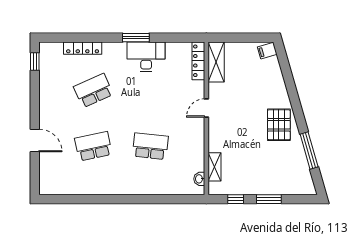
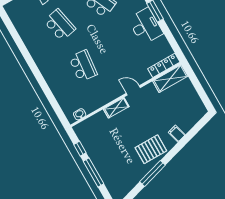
filing cabinet: (267, 51) -> (177, 134), moved
window: (309, 151) -> (153, 173), moved
shelving: (215, 167) -> (116, 108), moved
window: (269, 199) -> (93, 172), width x1.44

